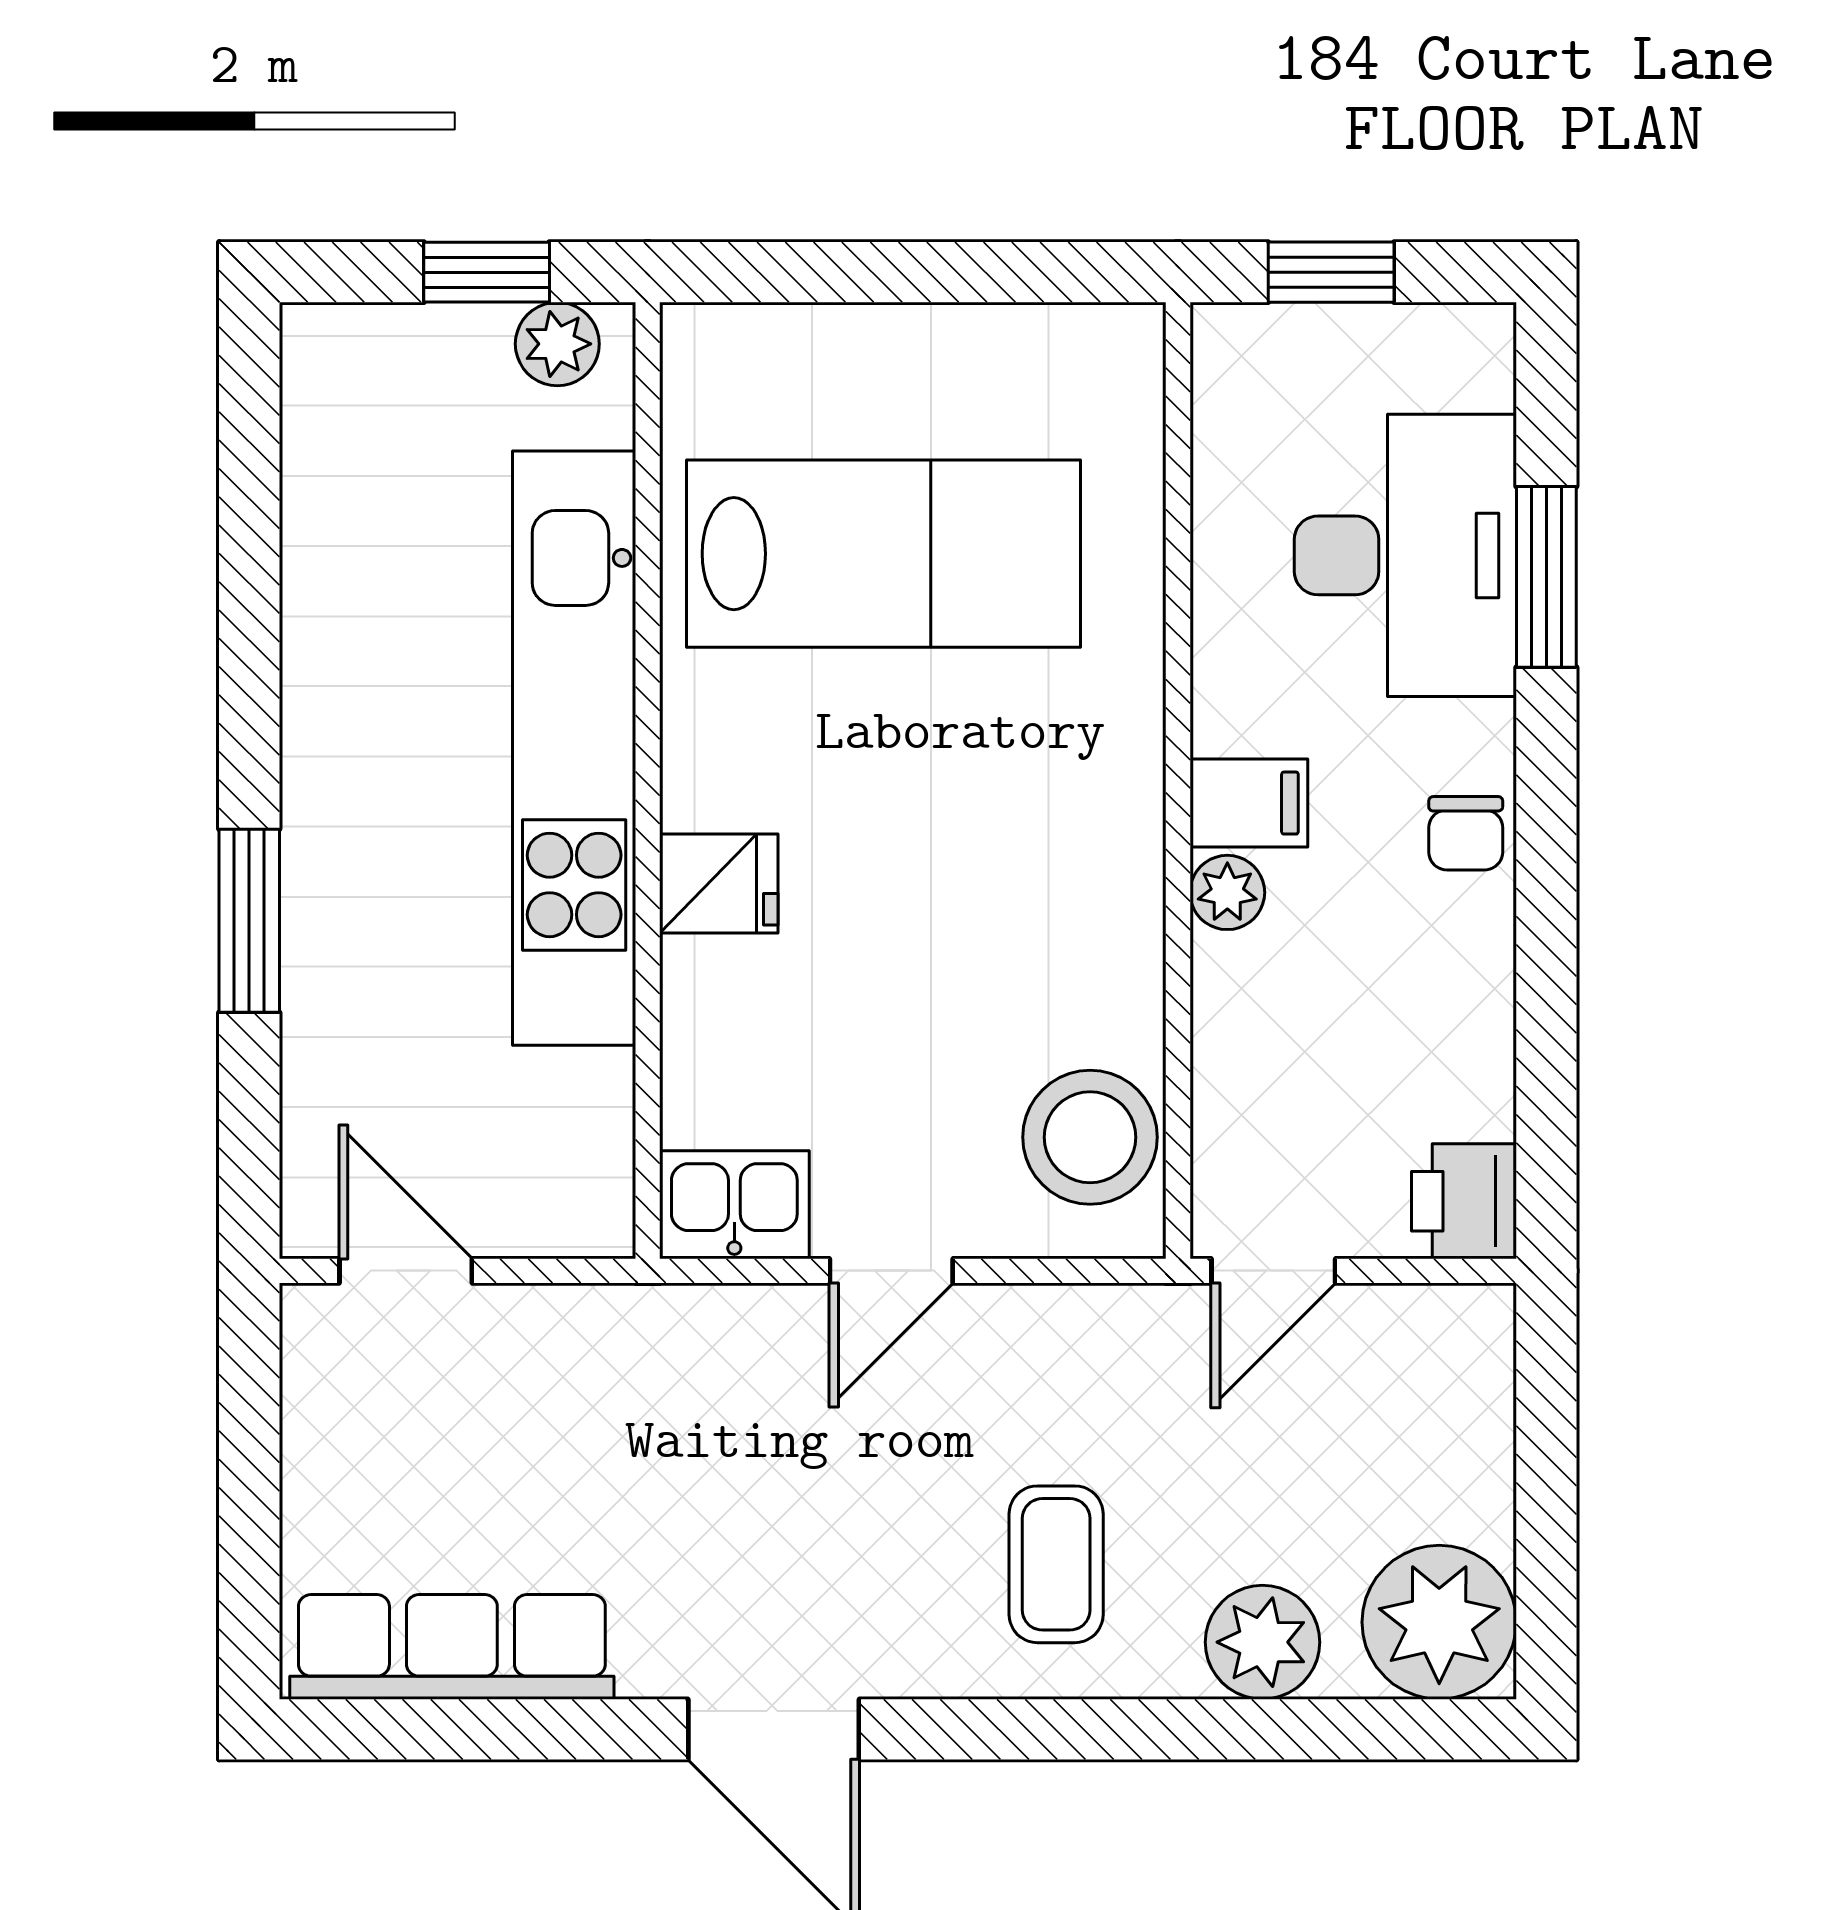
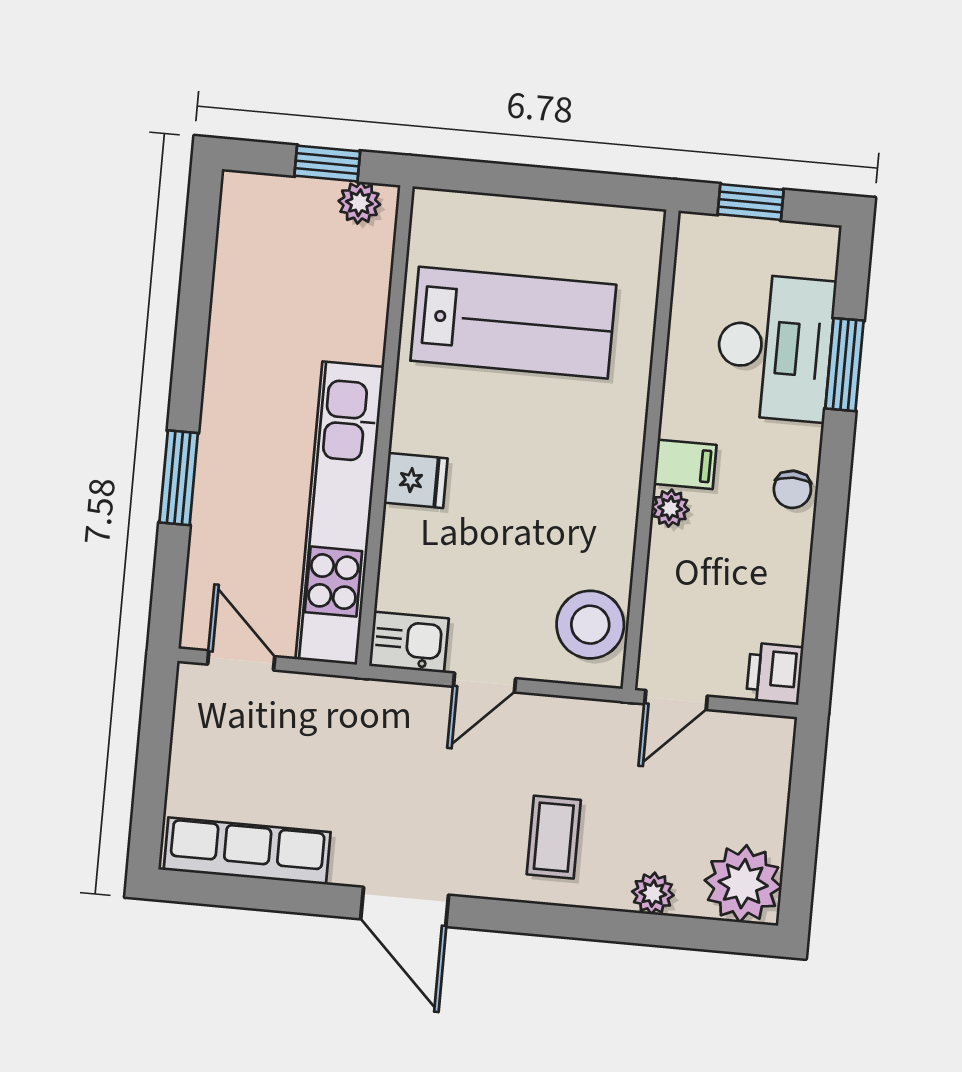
kitchen unit: (574, 748) -> (340, 513), moved
plant: (1262, 1642) -> (653, 893), width x0.73, depth x0.73

